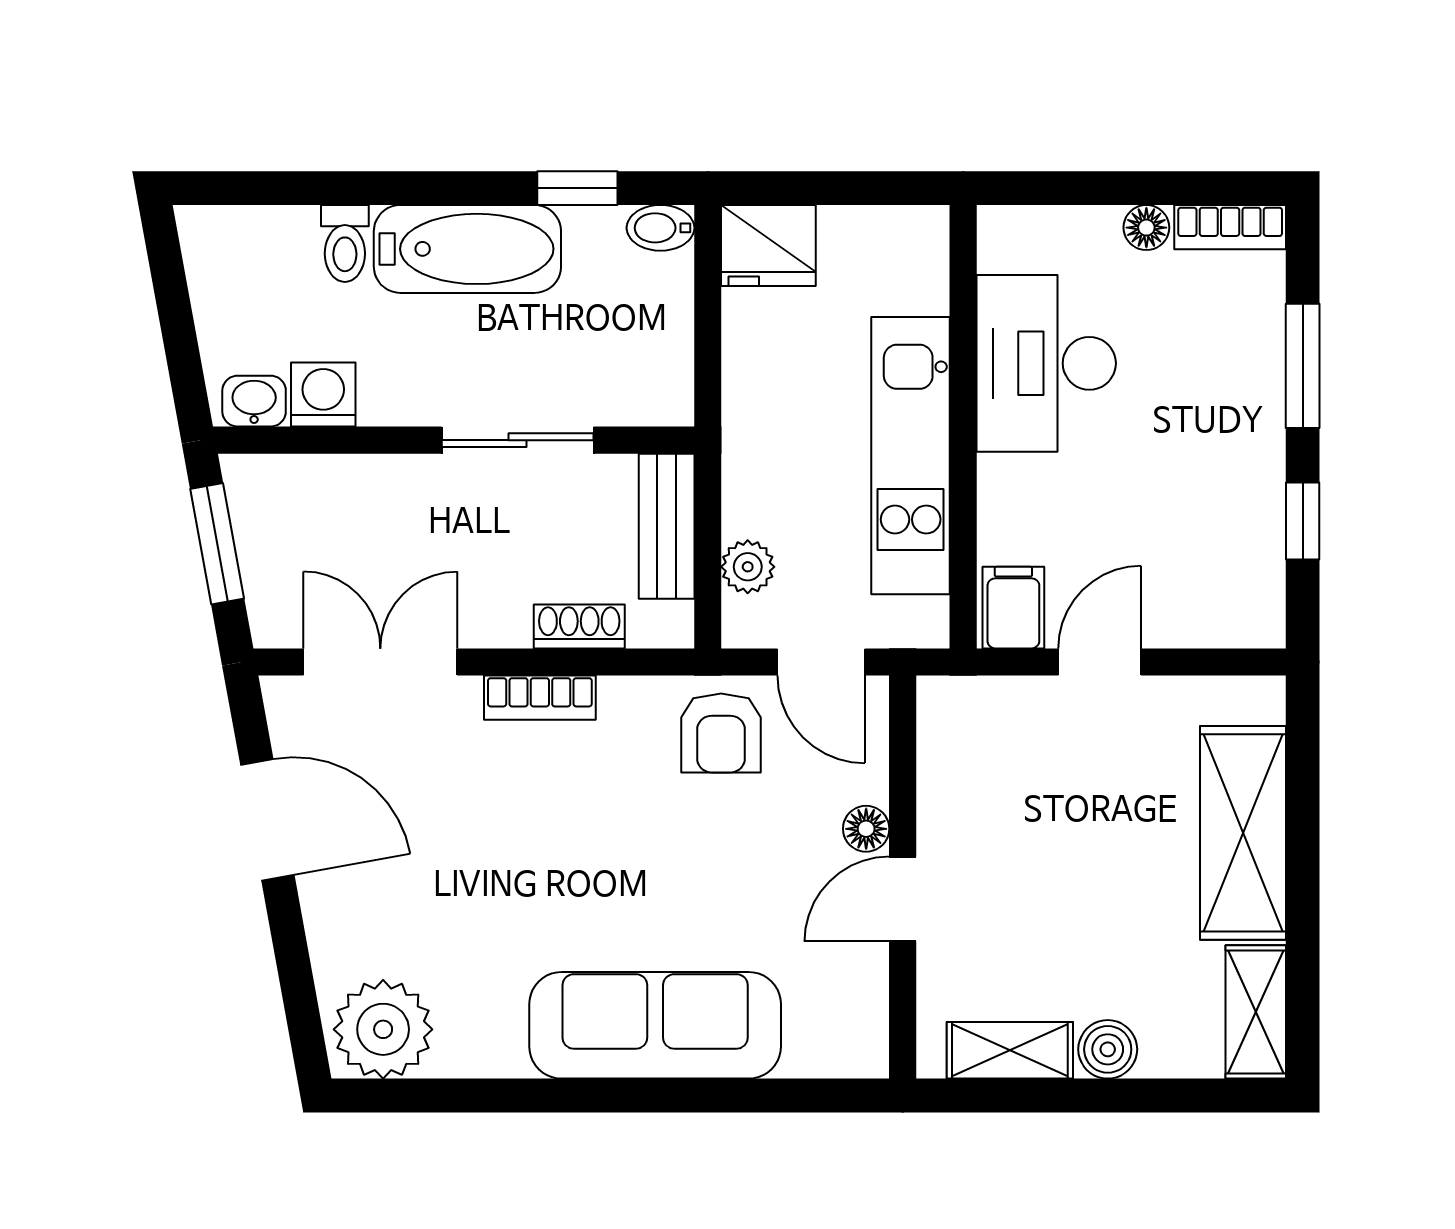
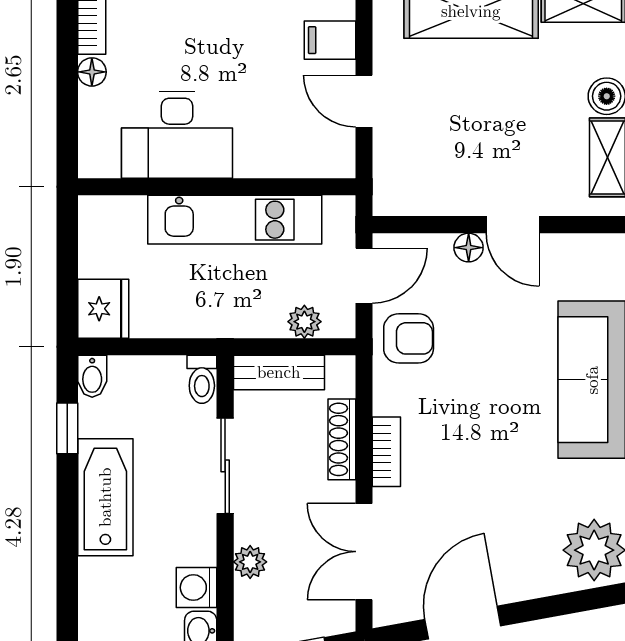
toilet: (345, 243) -> (202, 379), moved, turned 90
plant: (364, 480) -> (250, 562), added
filing cabinet: (1013, 608) -> (330, 40), moved
shoe rack: (579, 627) -> (342, 439), width x1.43

